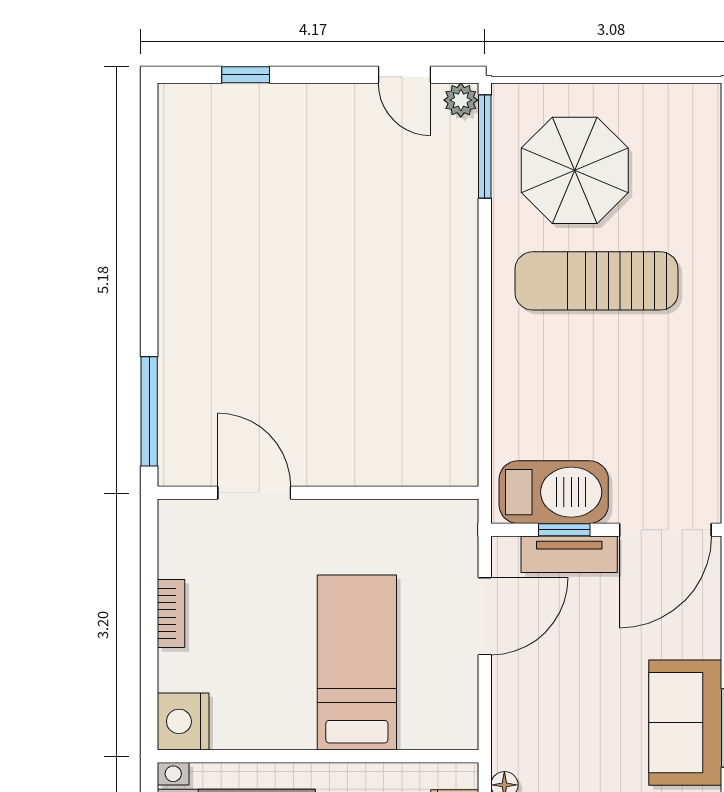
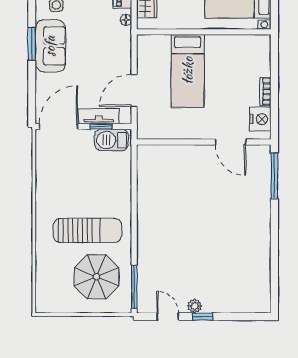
window: (246, 75) -> (203, 317), moved
plant: (461, 100) -> (195, 306), moved
barbecue: (554, 492) -> (111, 140), width x0.73, depth x0.83
nightstand: (183, 721) -> (260, 119), moved

